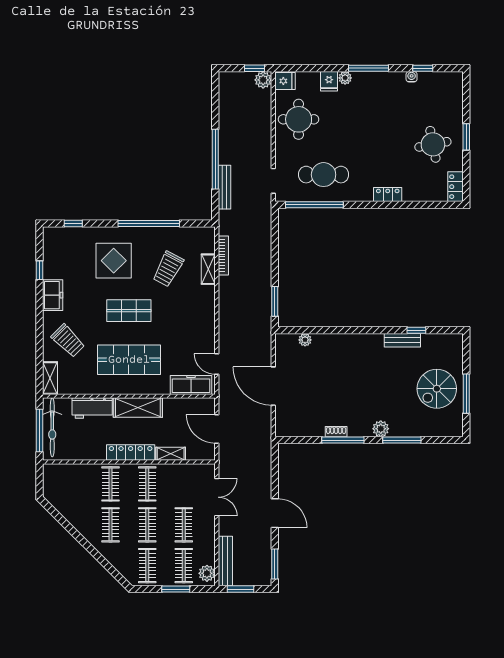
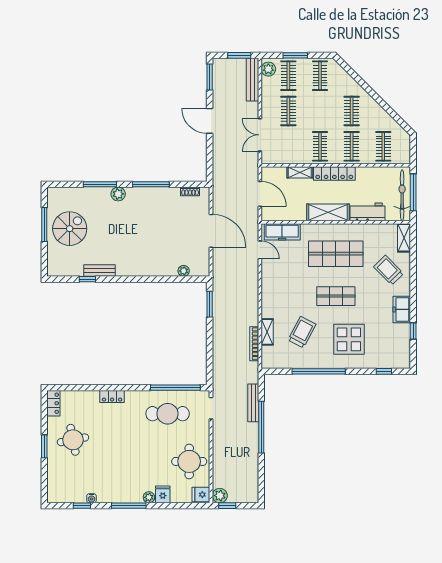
shoe rack: (336, 432) -> (190, 191), moved
clothes rail: (147, 525) -> (383, 146), moved

